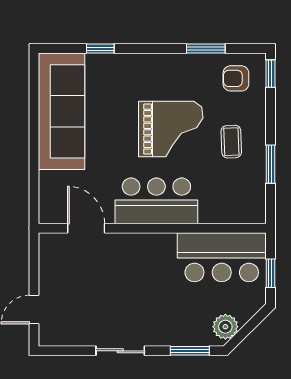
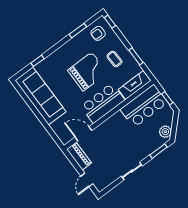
fireplace: (232, 210) -> (134, 85), added
piano: (51, 260) -> (79, 156), added

